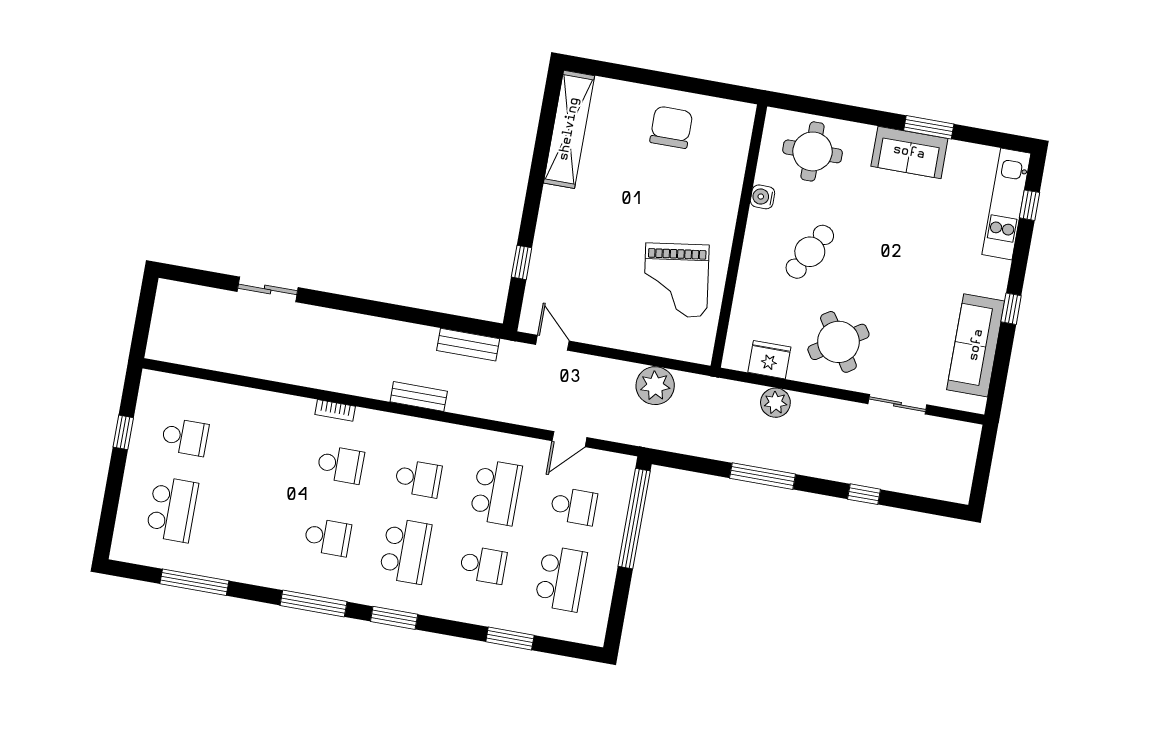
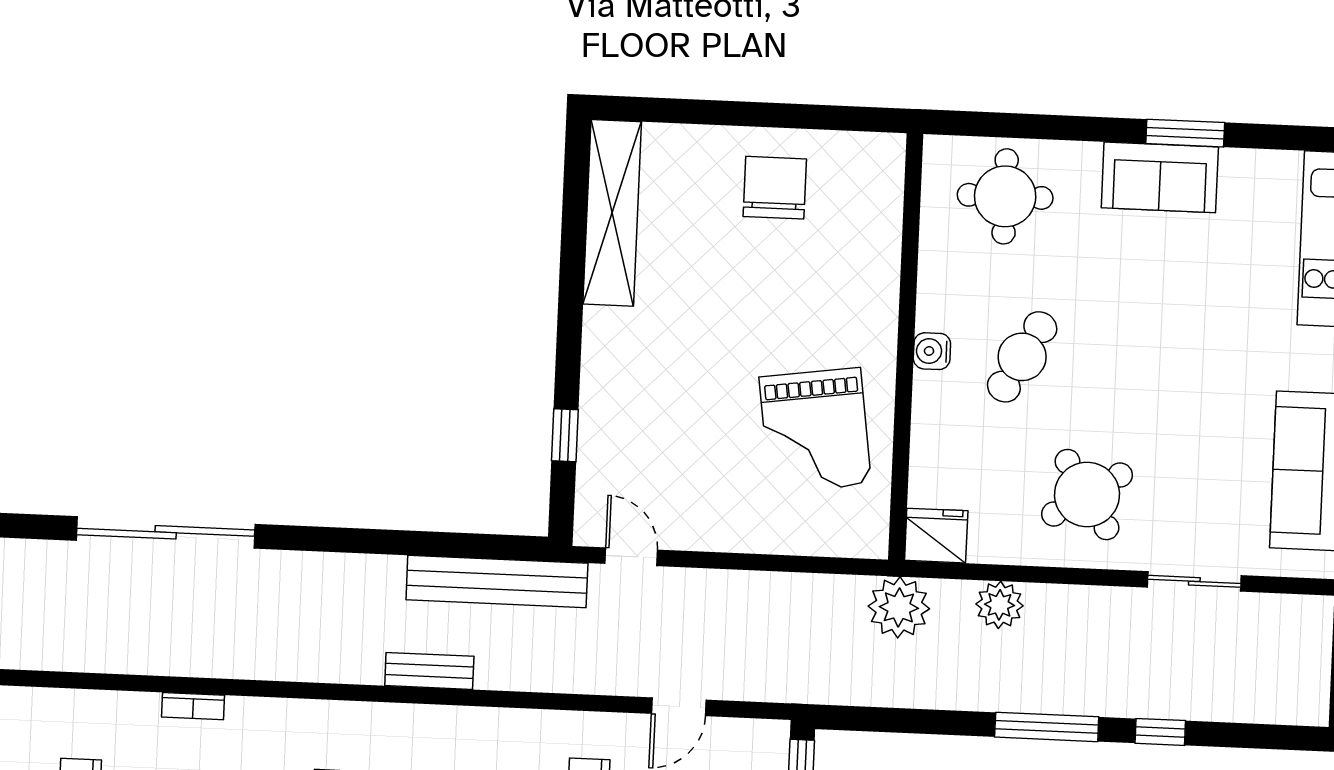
water cooler: (763, 197) -> (932, 351), moved
sliding door: (268, 289) -> (166, 532), width x1.86
bench: (468, 345) -> (497, 582), width x1.86, depth x1.21
fridge: (769, 360) -> (936, 536), moved
plant: (655, 386) -> (899, 607), moved
bookcase: (335, 410) -> (193, 706), moved
window: (762, 476) -> (1047, 727), moved

